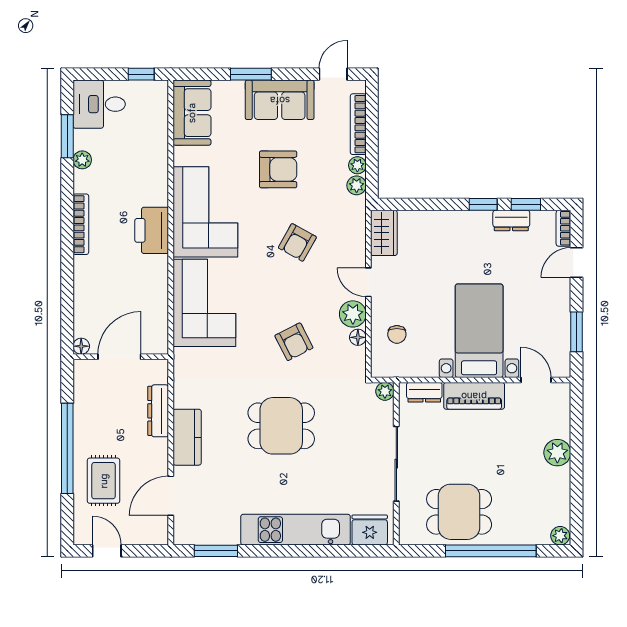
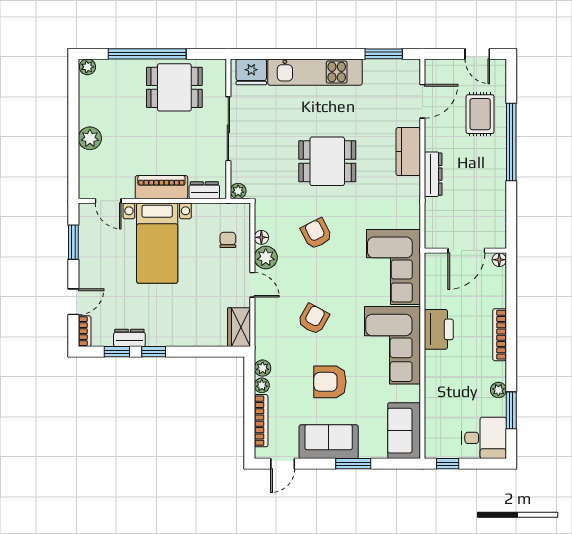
floor lamp: (81, 346) -> (499, 260), moved
door: (119, 357) -> (466, 251), moved
wall: (121, 357) -> (465, 251), moved

